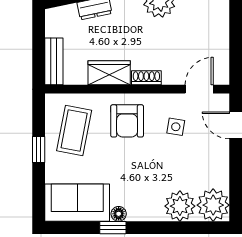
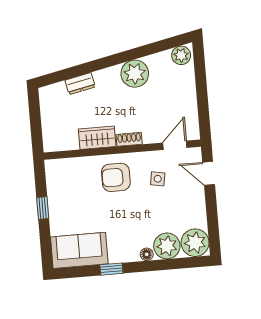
bench: (54, 61) -> (49, 132), removed
armchair: (127, 121) -> (116, 177), turned 90
coffee table: (74, 130) -> (72, 189), removed
floor lamp: (119, 214) -> (147, 254), moved

